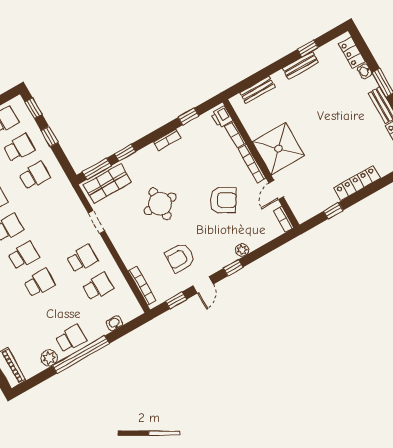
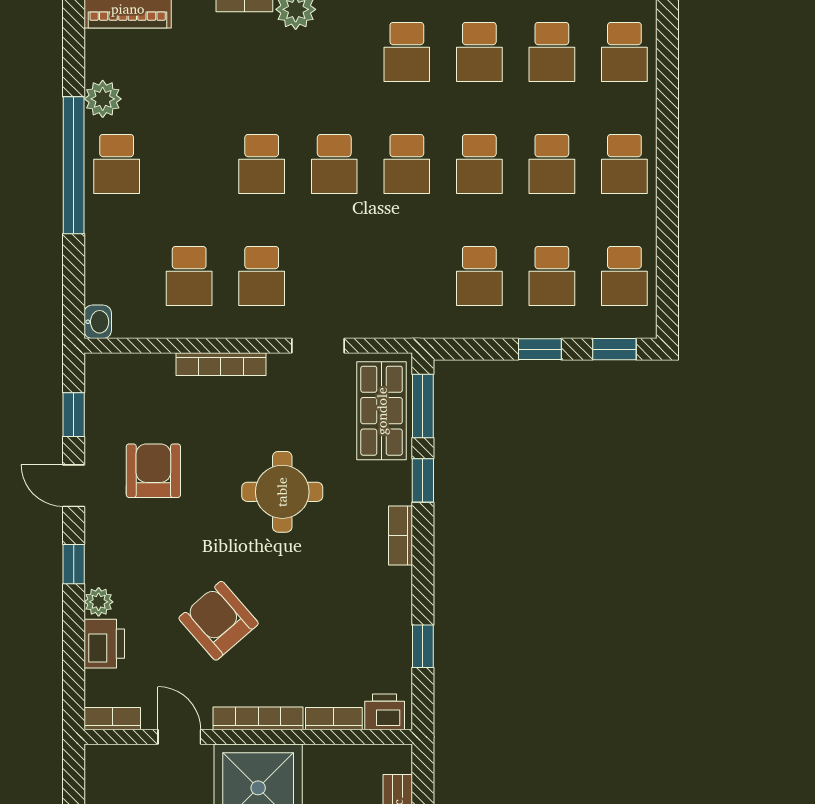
bookcase: (167, 140) -> (401, 535), moved
armchair: (223, 200) -> (219, 621), turned 108
printer: (257, 239) -> (104, 644), added
bookcase: (142, 286) -> (221, 364), moved
washbasin: (114, 323) -> (98, 322), moved

